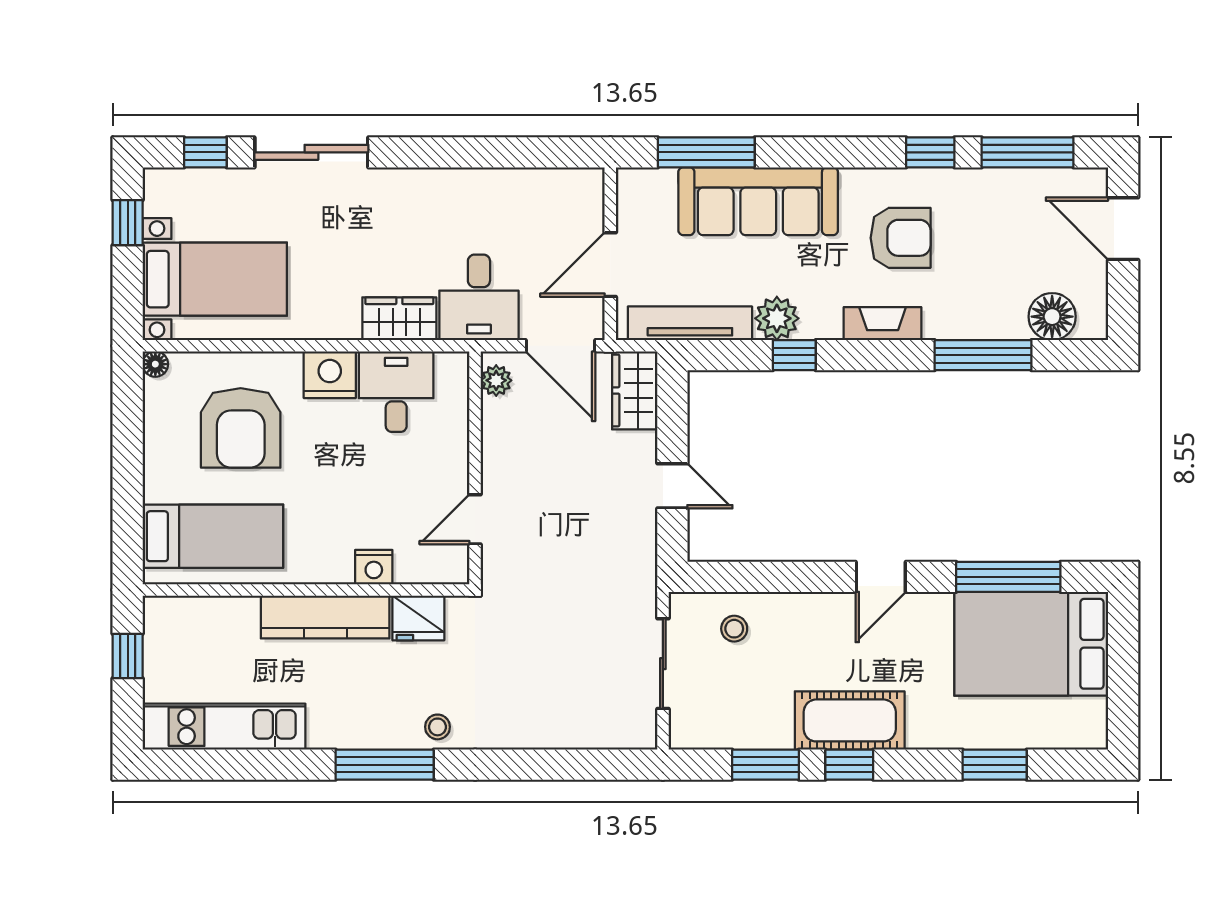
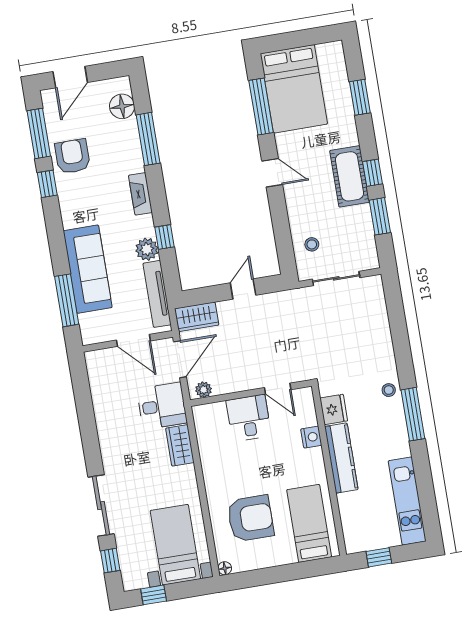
armchair: (901, 238) -> (72, 156), moved
nightstand: (330, 375) -> (215, 477), removed
desk: (396, 392) -> (249, 418), moved, turned 90

